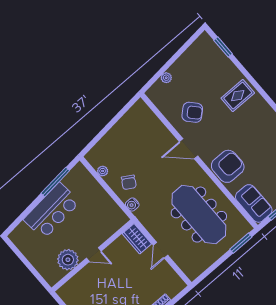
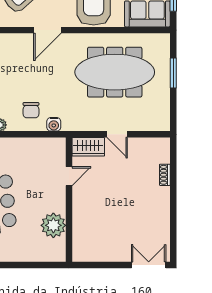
chair: (129, 182) -> (31, 110), turned 59
window: (241, 243) -> (173, 73), moved
door: (94, 255) -> (69, 176), moved

